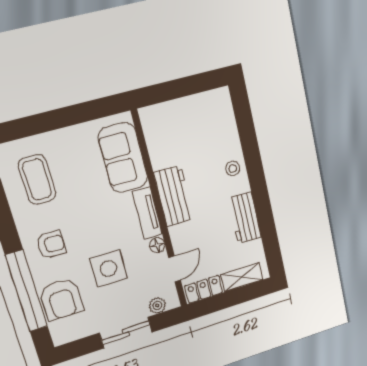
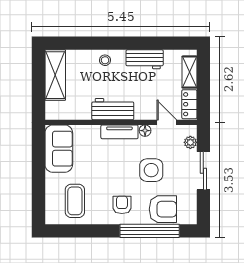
shelving: (199, 107) -> (55, 75), added
sofa: (123, 158) -> (59, 149), moved, turned -90
coffee table: (37, 179) -> (75, 201), turned 90

